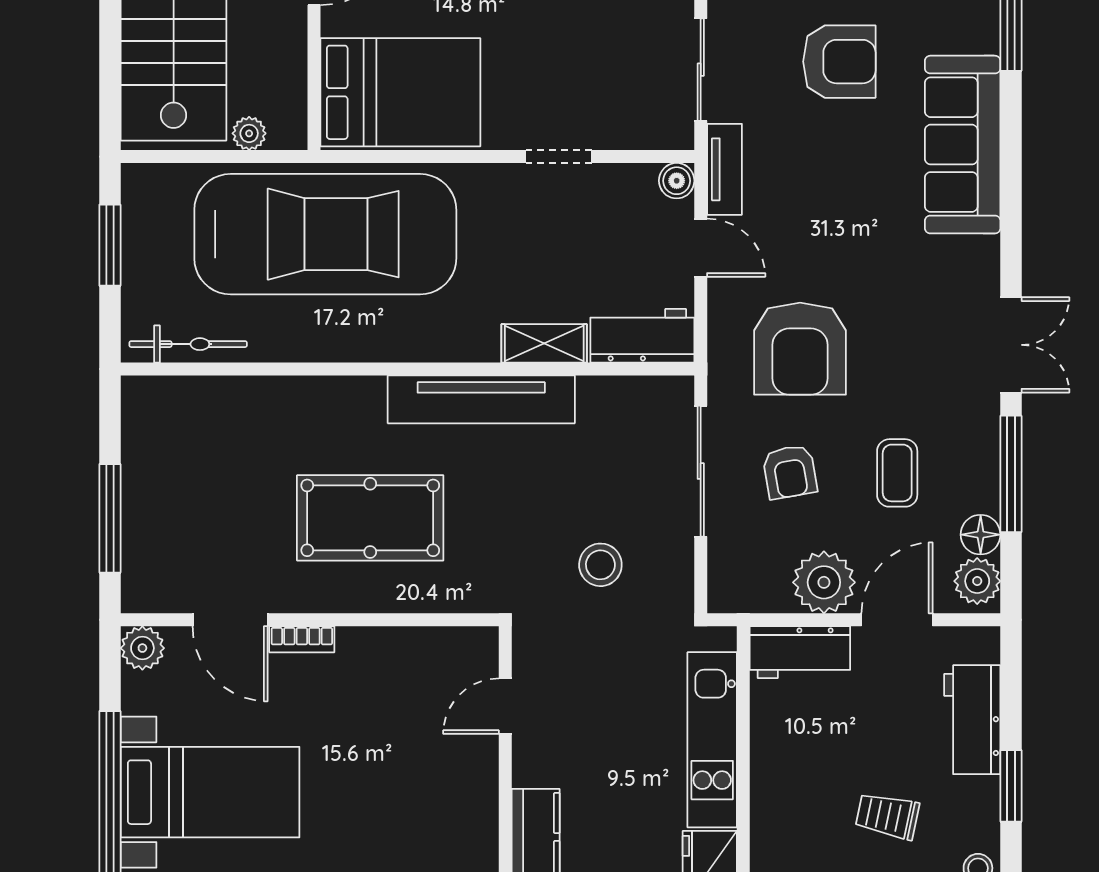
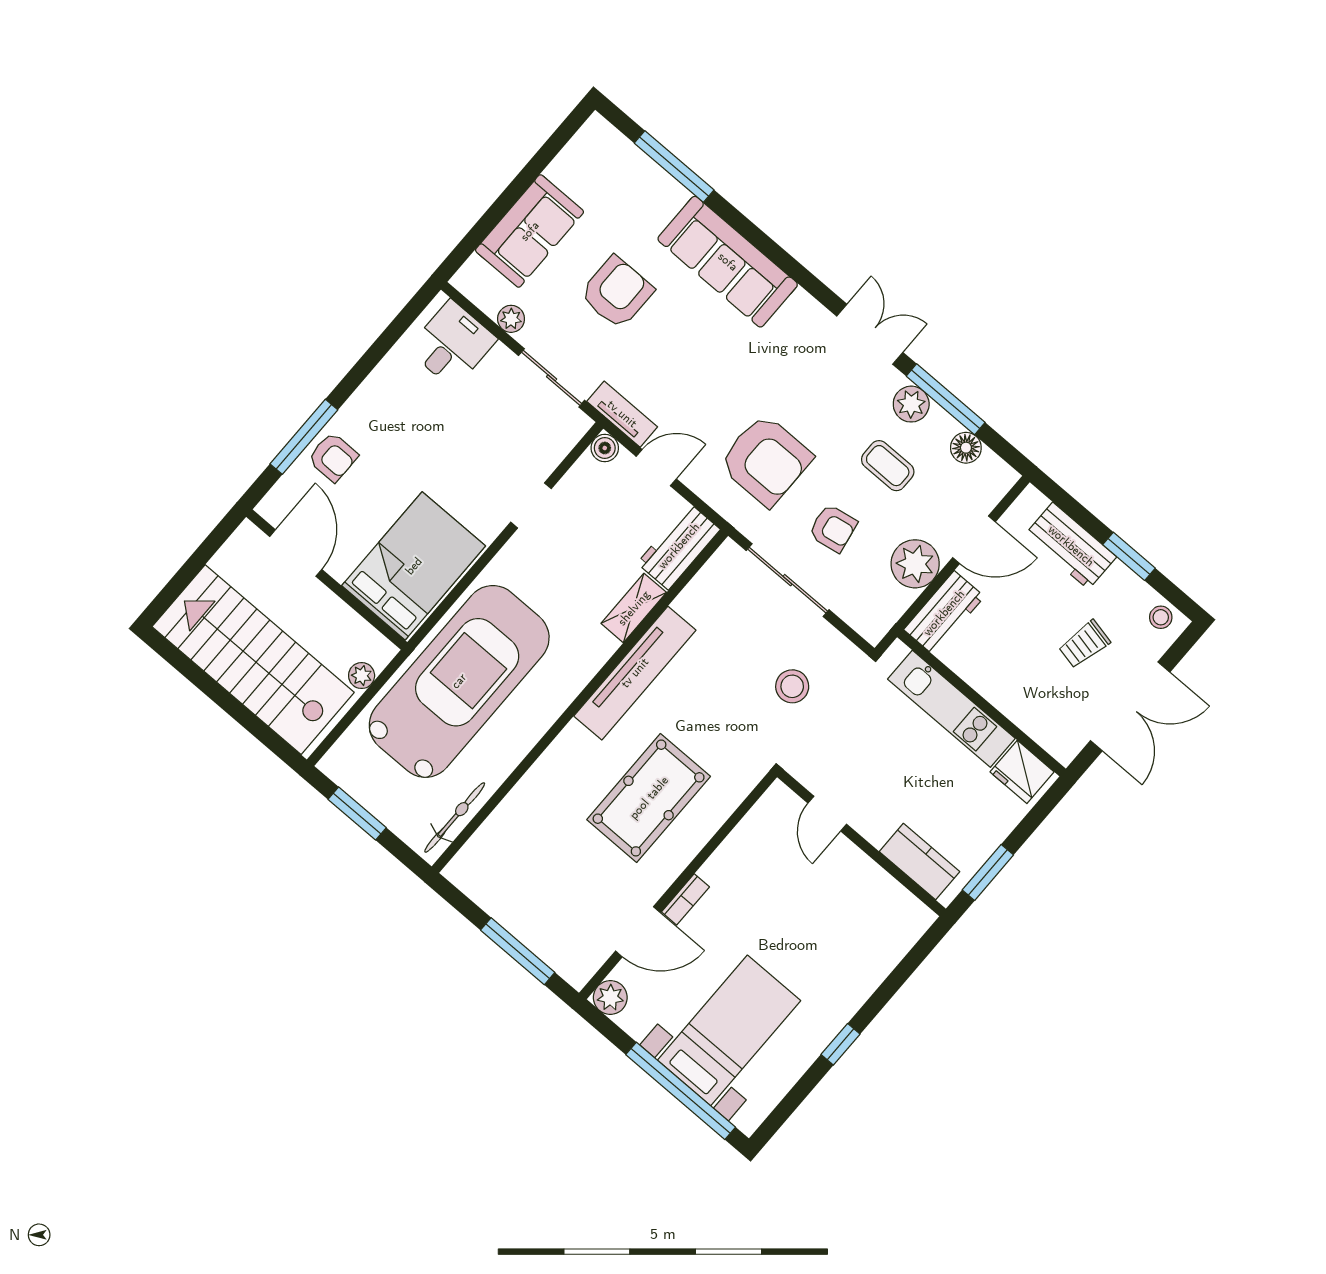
plant: (977, 581) -> (911, 404), moved
door: (897, 620) -> (974, 540), swing flipped

